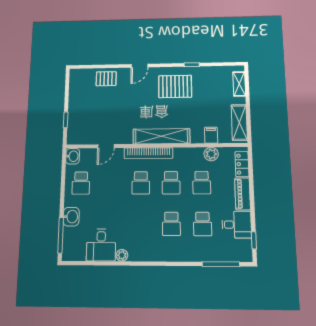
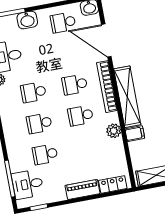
filing cabinet: (211, 135) -> (135, 134), moved
door: (106, 146) -> (106, 40), width x1.88
plant: (211, 154) -> (114, 131), moved
school desk: (202, 183) -> (33, 92), moved
desk: (237, 225) -> (28, 184), moved, turned 90

